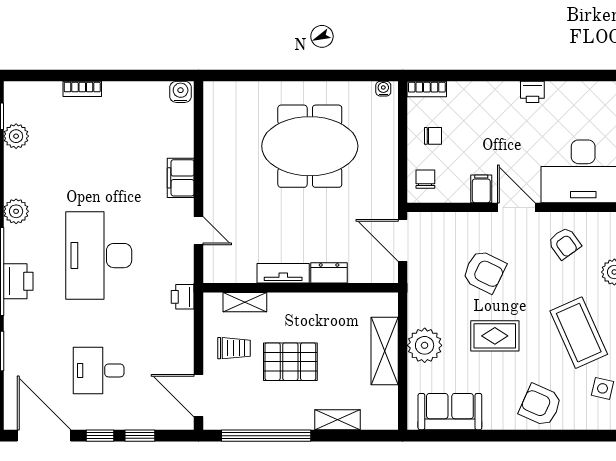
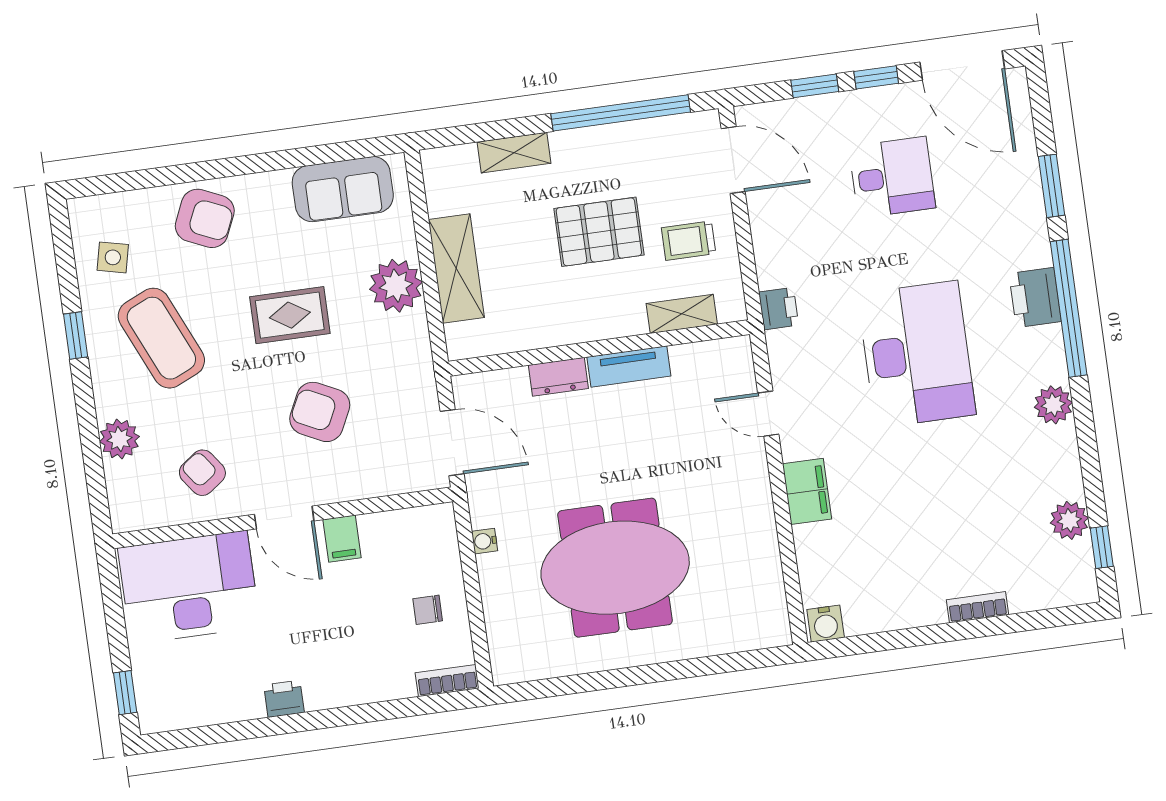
water cooler: (383, 89) -> (485, 541), moved, turned 90
chair: (425, 179) -> (430, 542), removed

